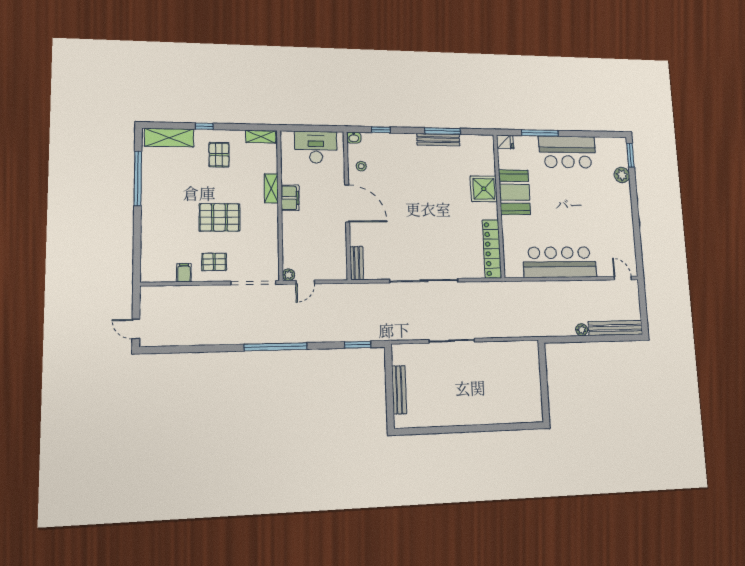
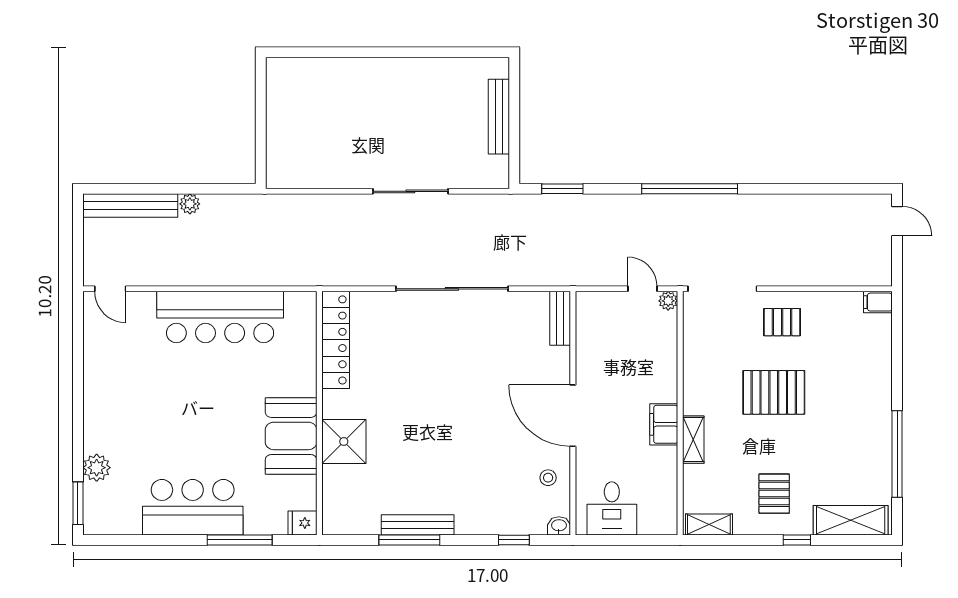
desk: (316, 147) -> (612, 508), width x0.73
filing cabinet: (184, 273) -> (878, 302), moved, turned 90
door: (305, 282) -> (642, 289), hinge flipped

